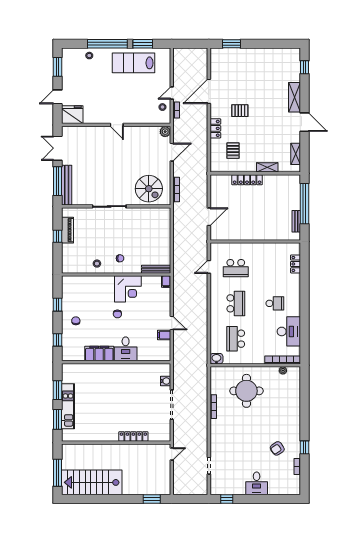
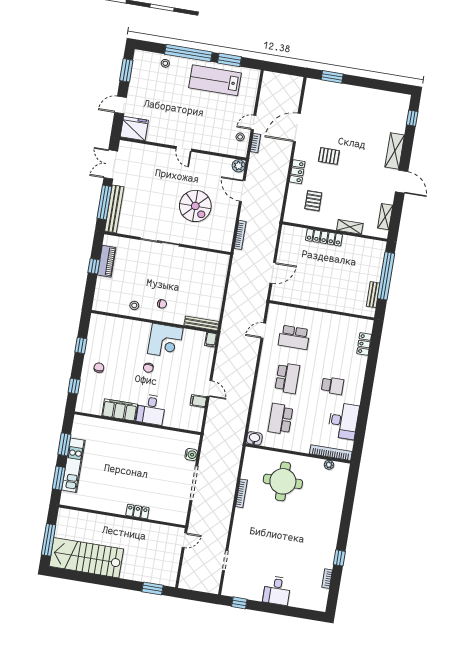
door: (172, 152) -> (242, 191), swing flipped
spiral stairs: (149, 189) -> (195, 206), moved
locker: (133, 436) -> (137, 511), width x0.66
armchair: (277, 448) -> (307, 554), removed

